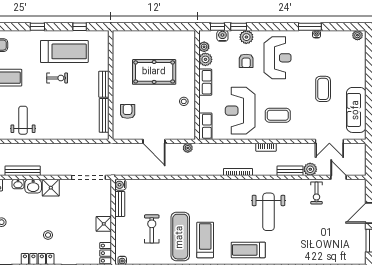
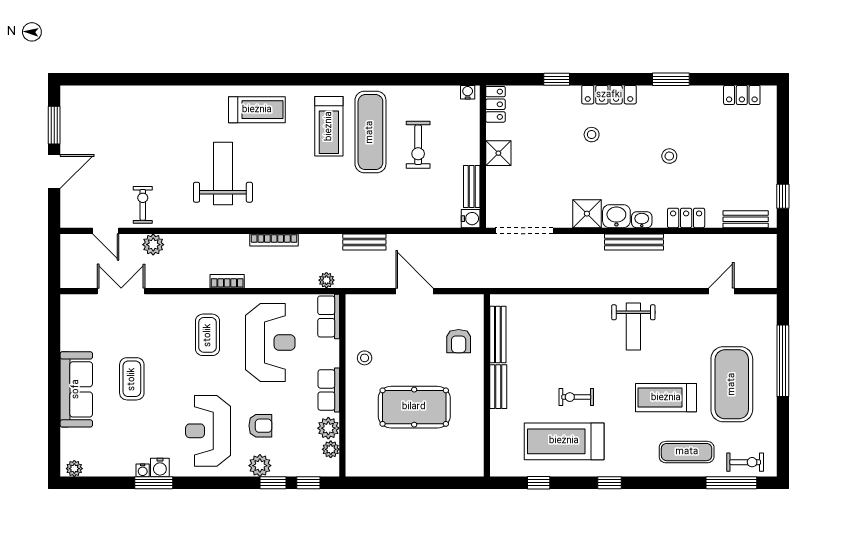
water cooler: (222, 36) -> (160, 467), moved
armchair: (246, 61) -> (260, 426), turned 90
sofa: (356, 110) -> (76, 389), moved
coffee table: (278, 115) -> (208, 335), turned 90
plant: (188, 148) -> (326, 280), moved
bench: (290, 171) -> (364, 242), moved

